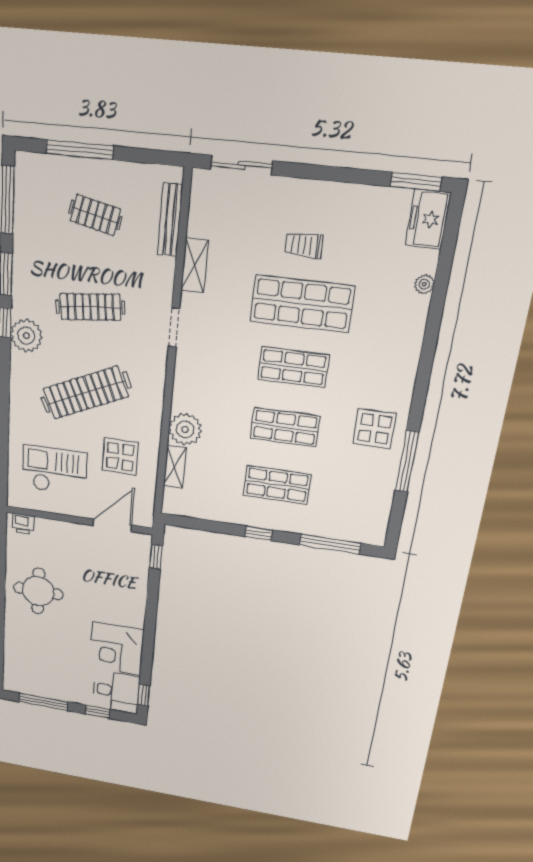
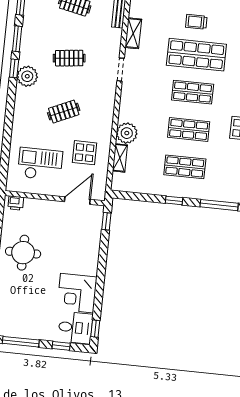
clothes rail: (90, 307) -> (69, 58), width x0.73
clothes rail: (86, 393) -> (64, 112), width x0.54, depth x0.76

